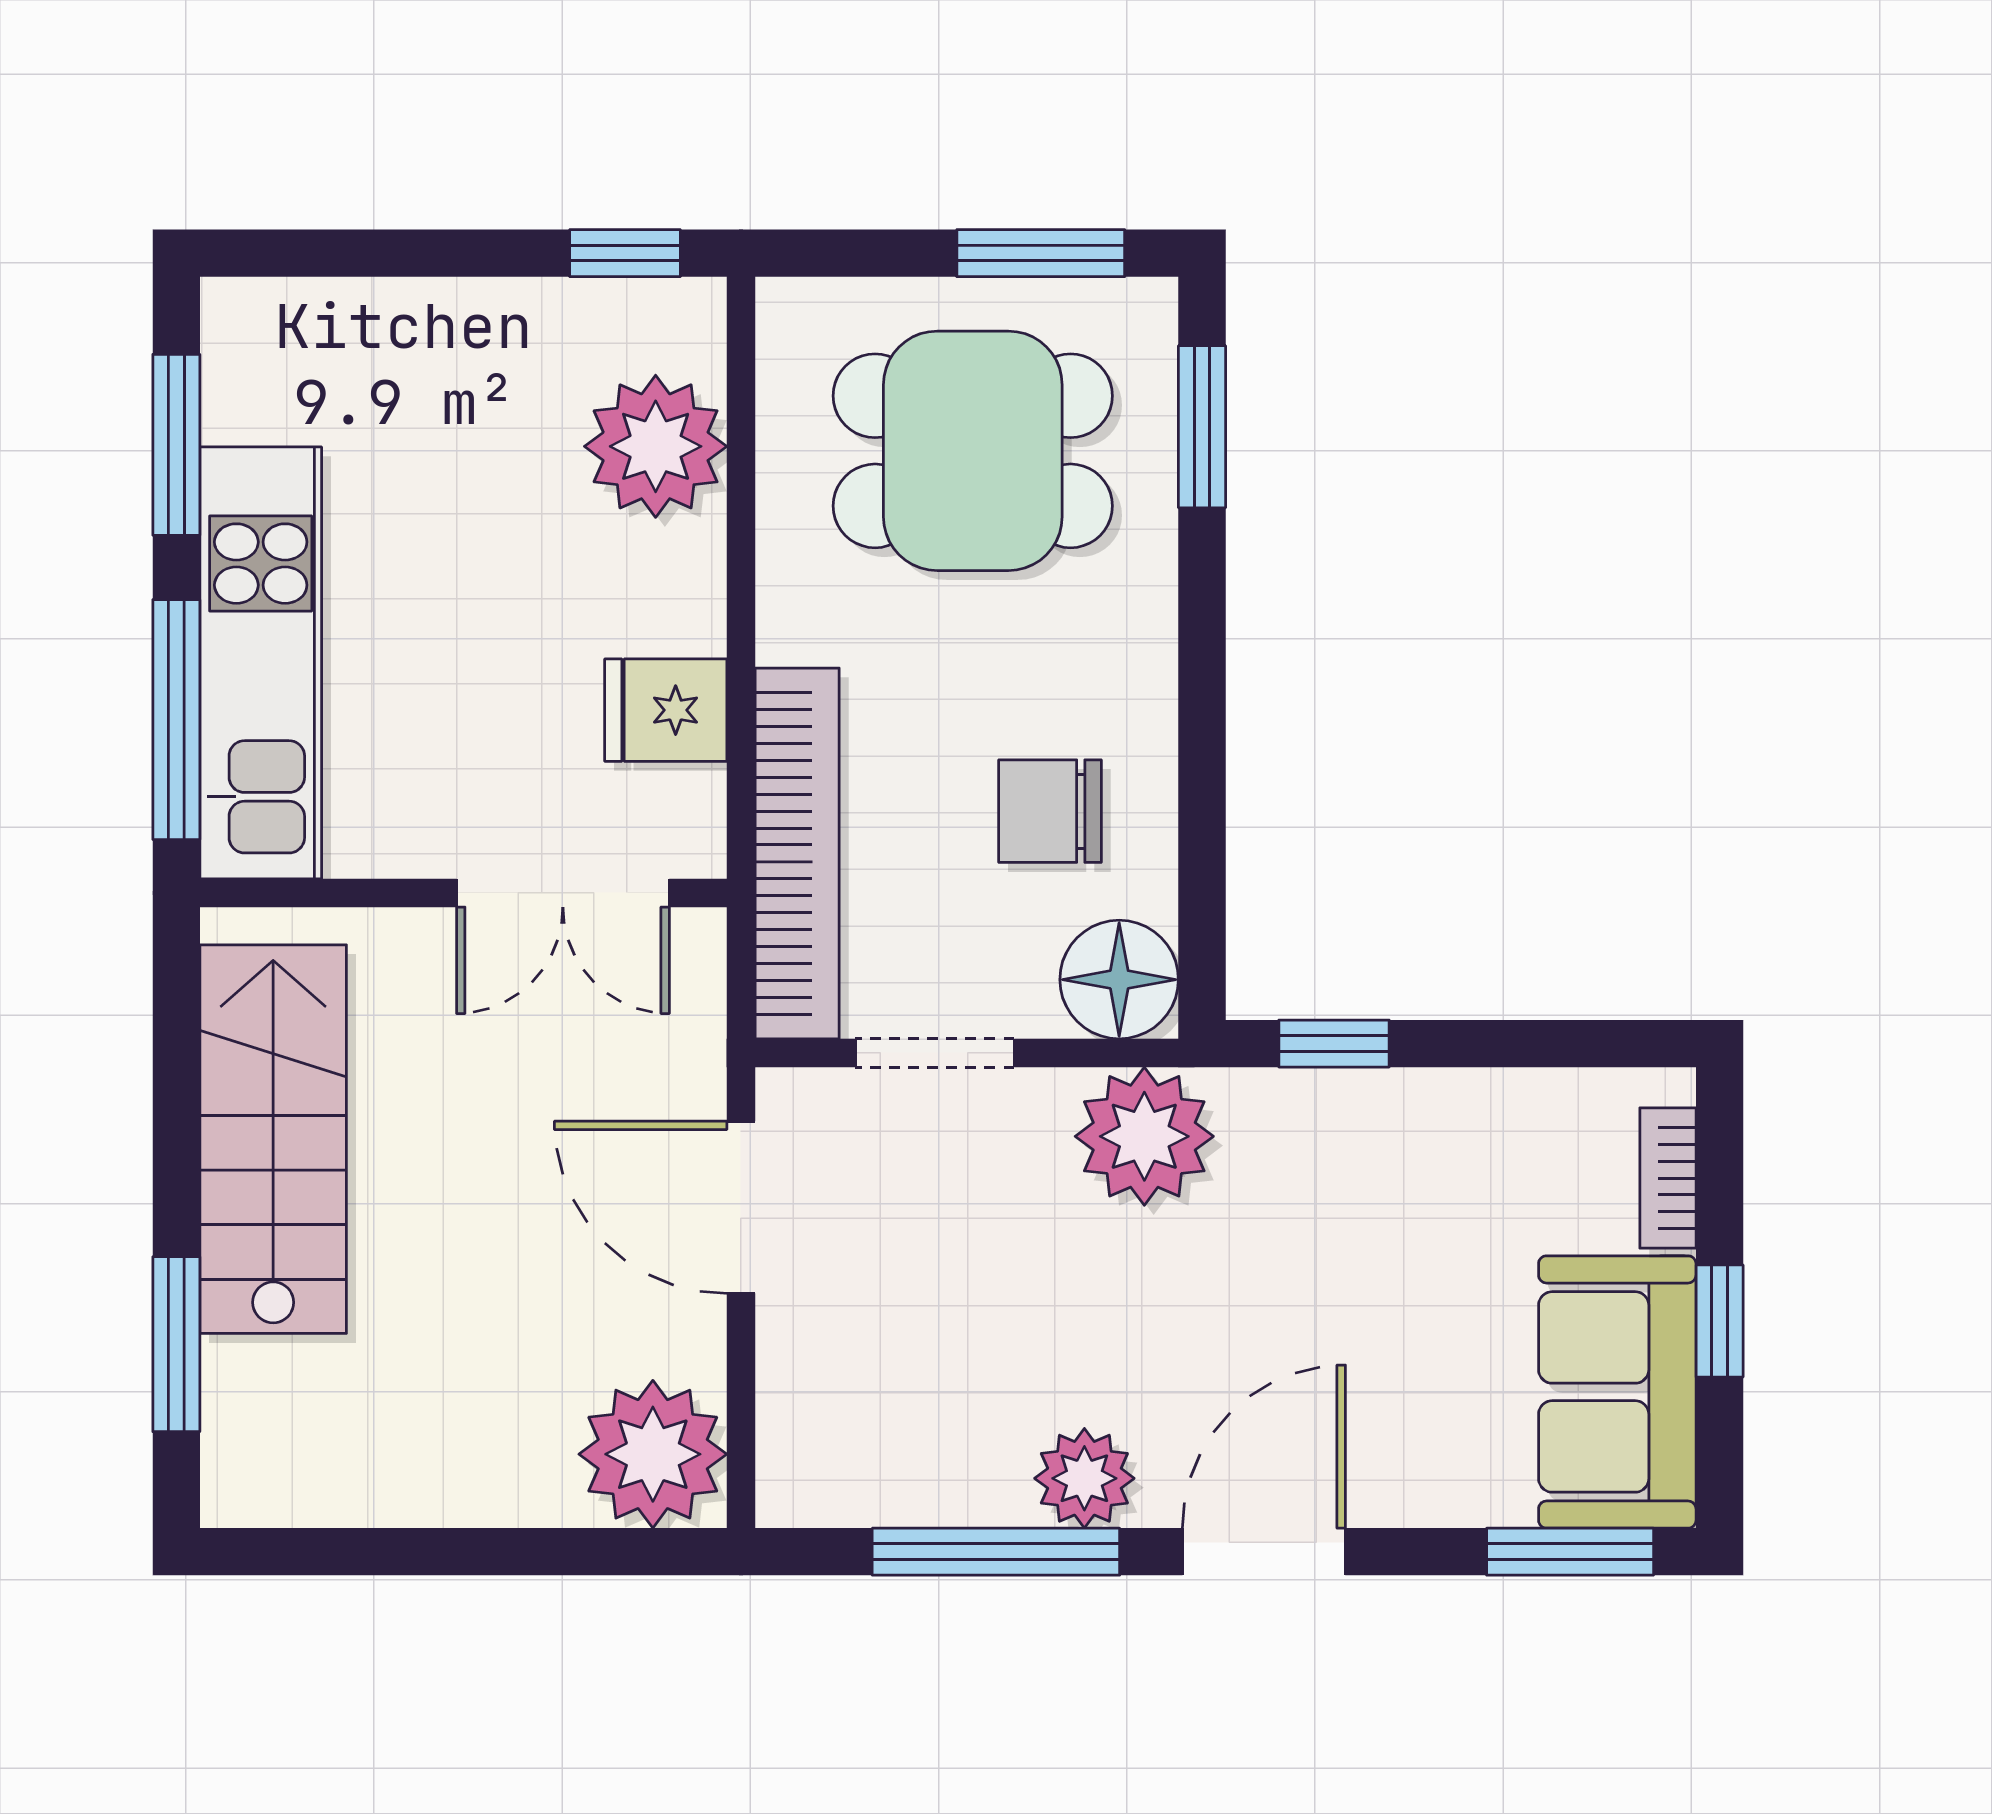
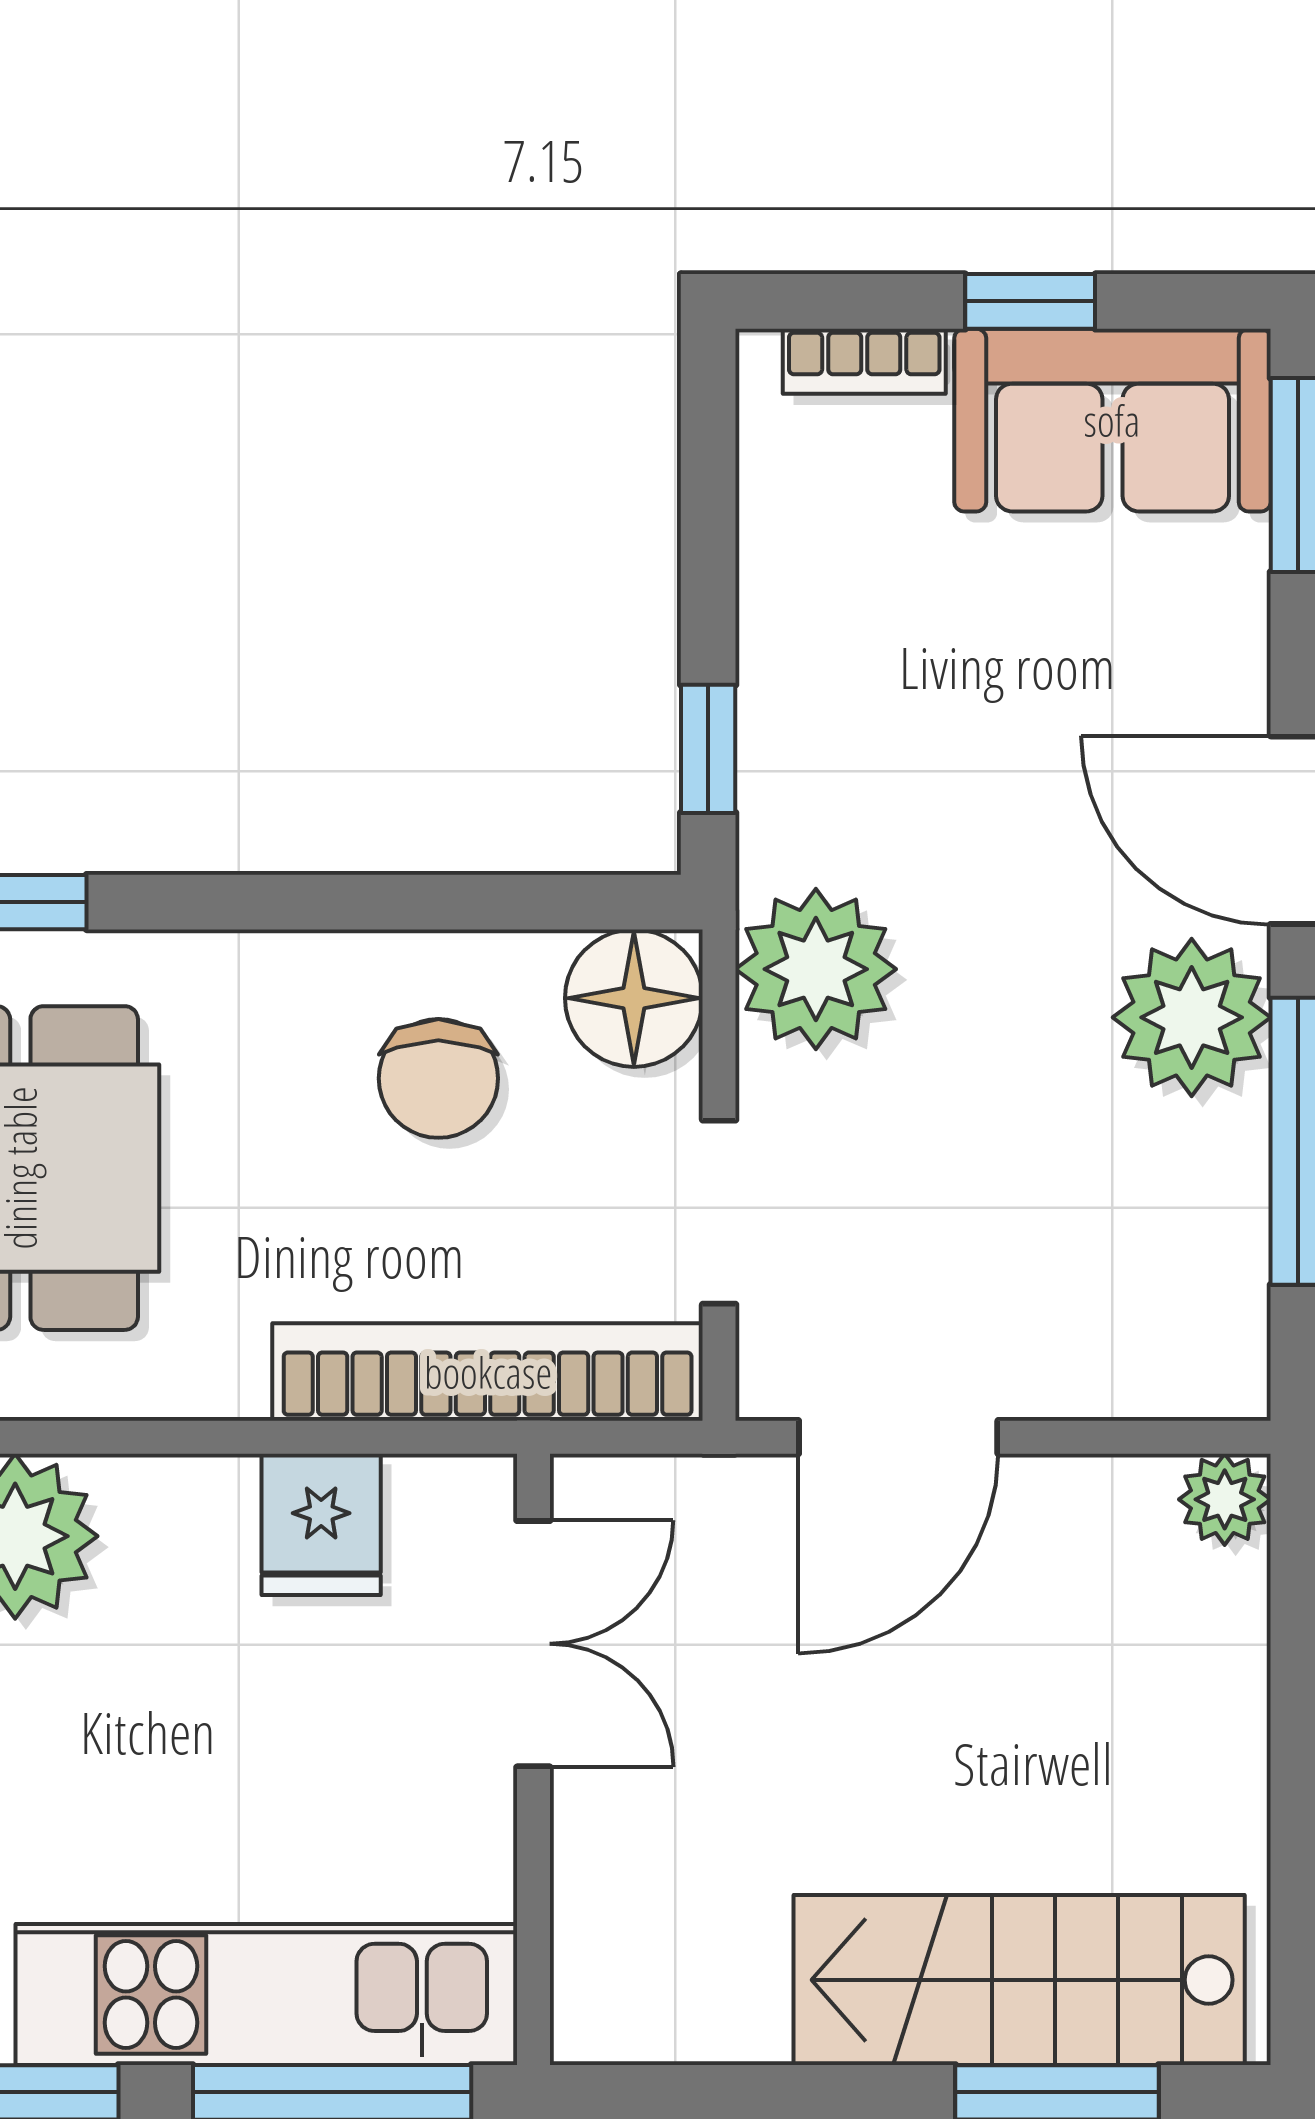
stairs: (273, 1139) -> (1019, 1980), moved
plant: (653, 1454) -> (1225, 1499), width x0.53, depth x0.53
plant: (1084, 1478) -> (1192, 1017), width x1.36, depth x1.36

